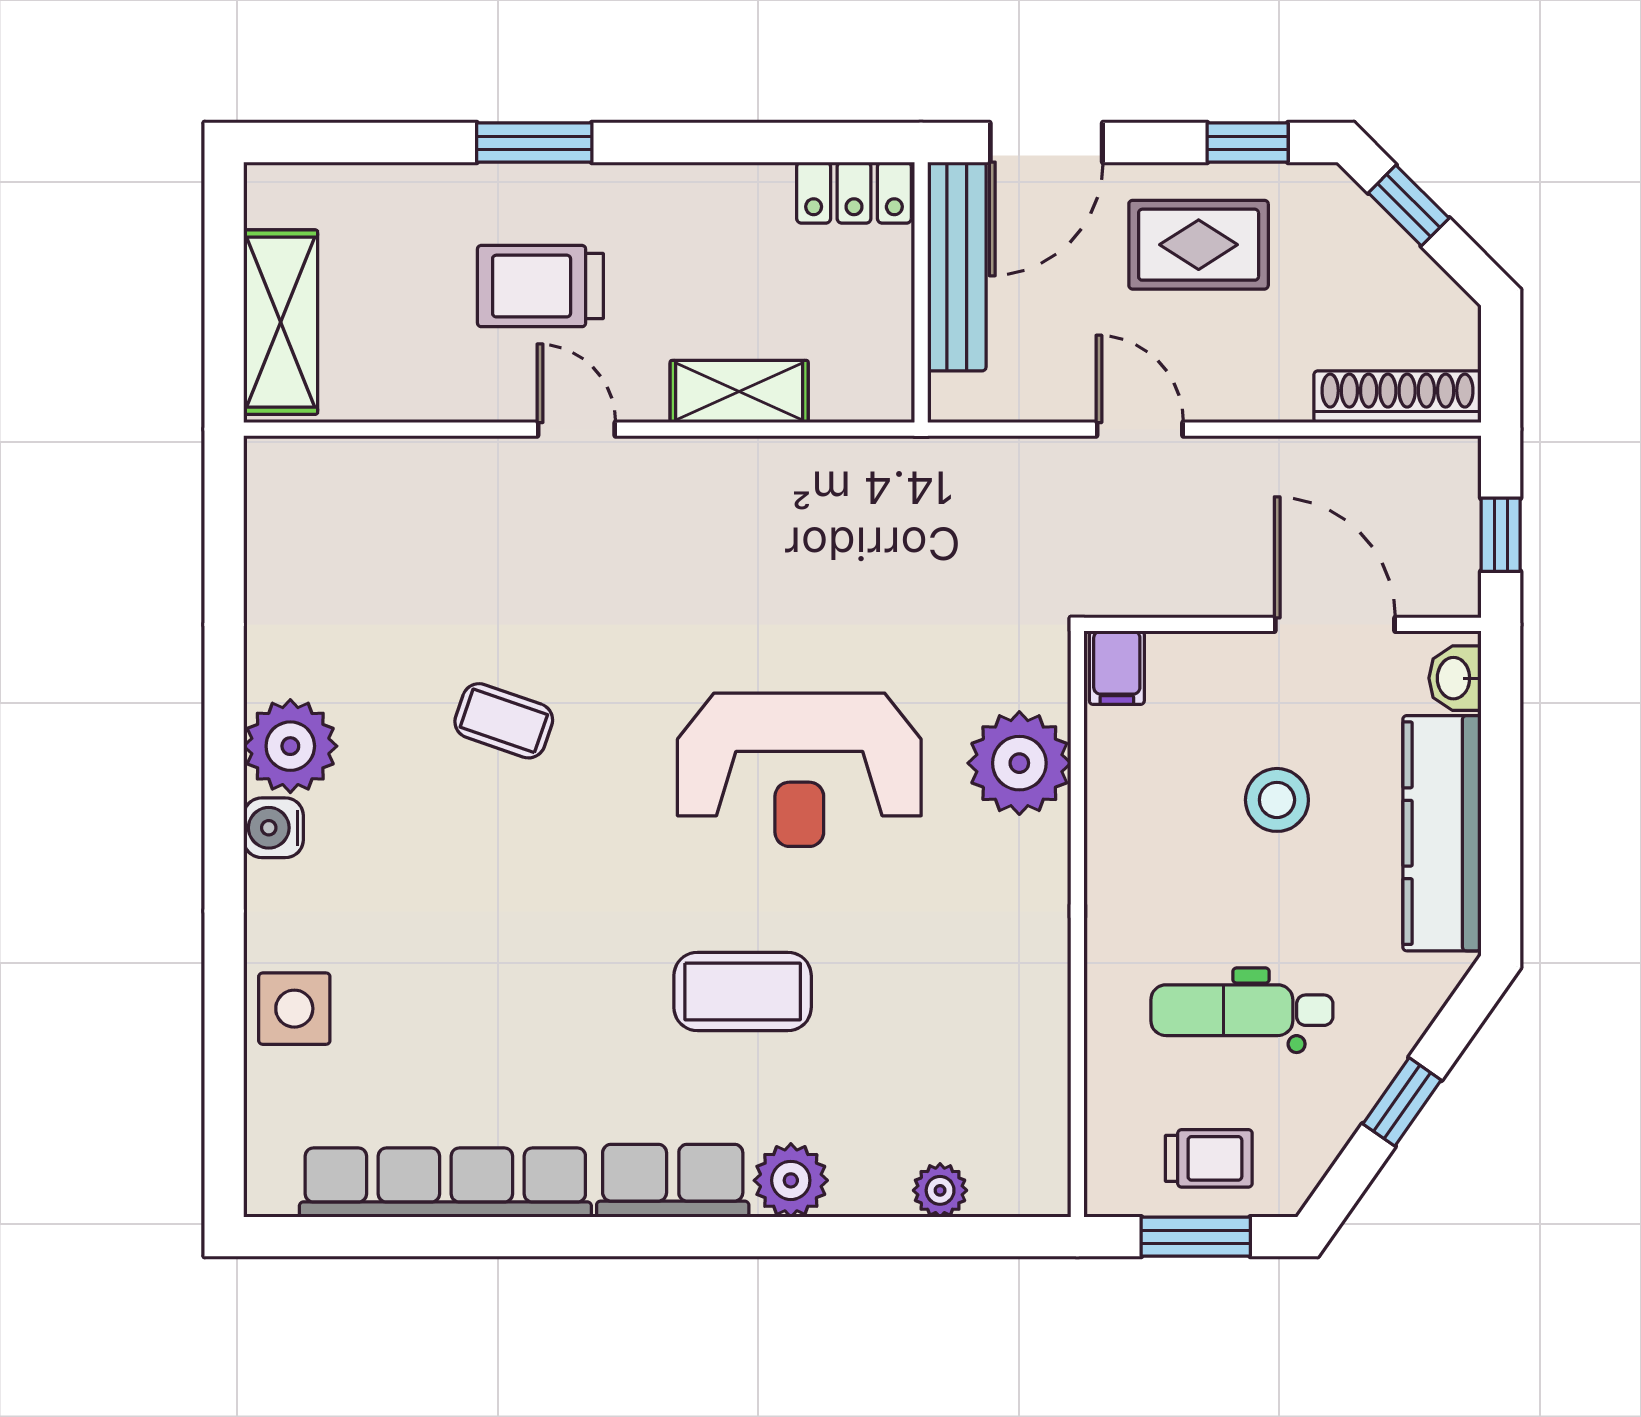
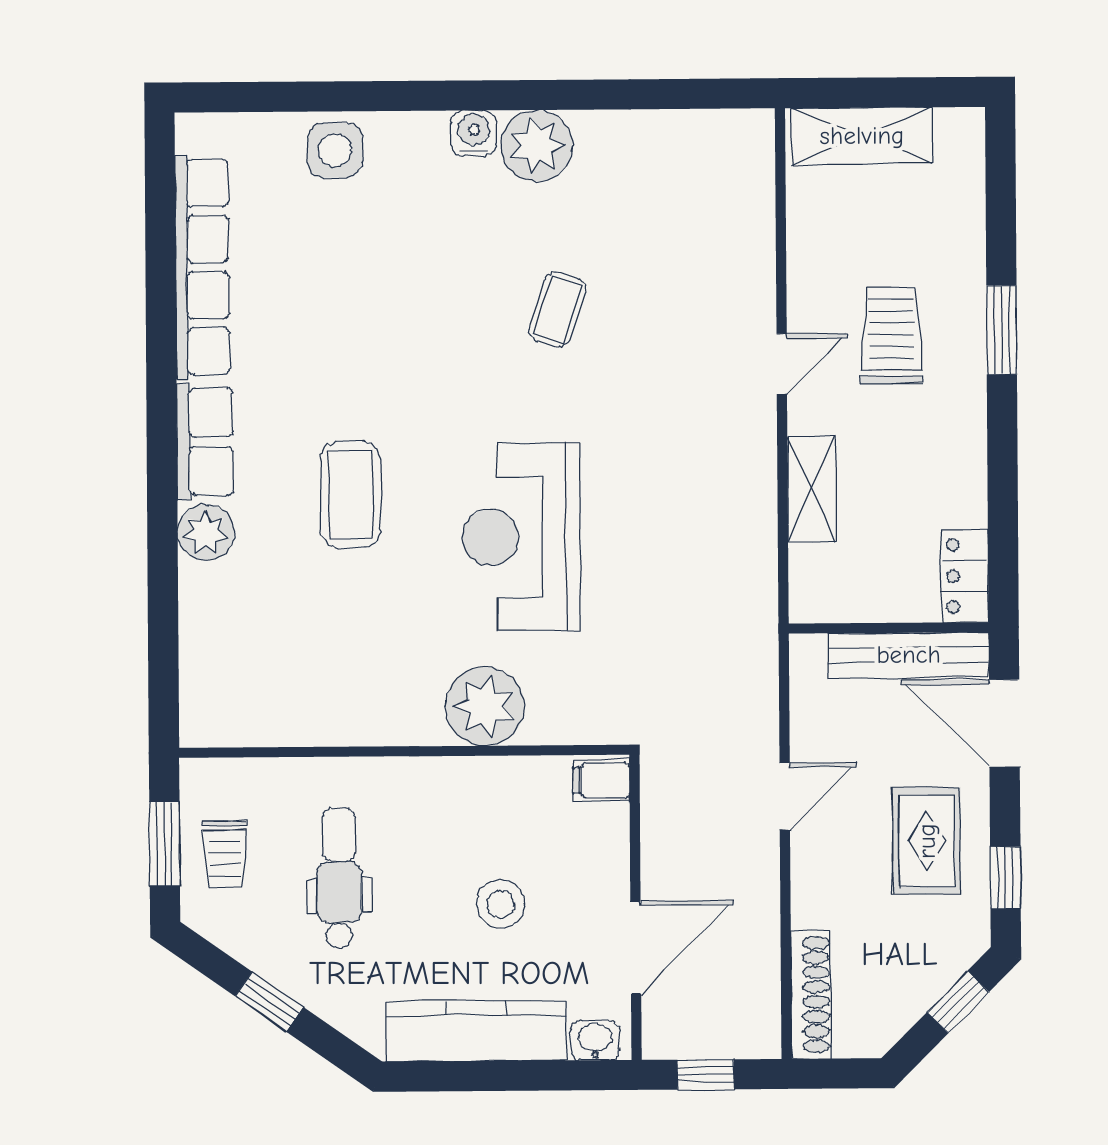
plant: (1019, 763) -> (485, 706), moved
plant: (940, 1190) -> (199, 647), removed

